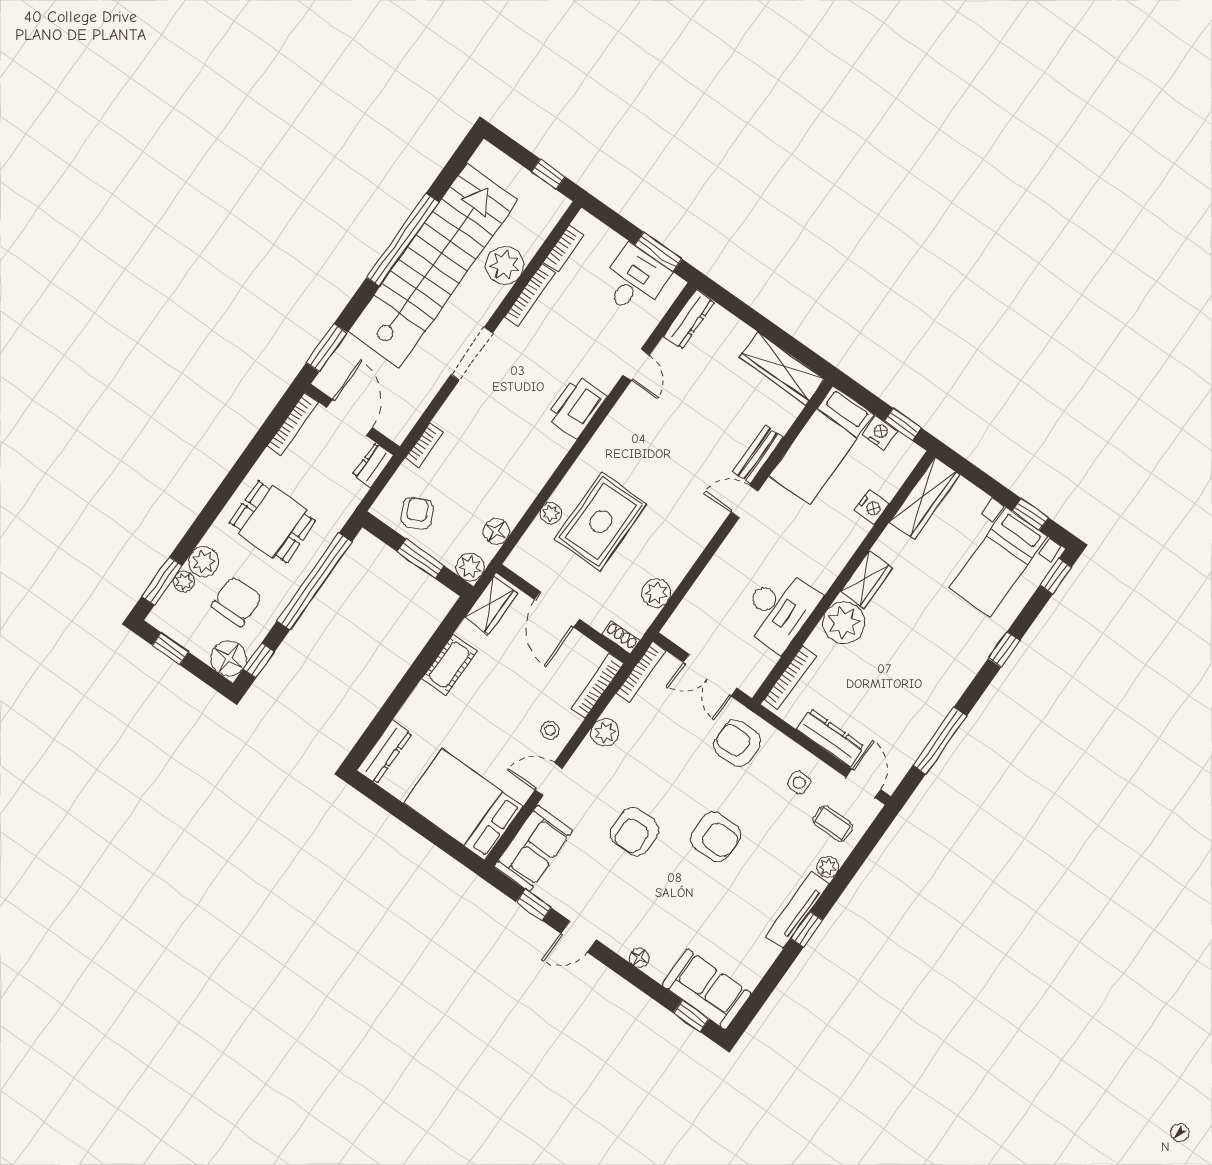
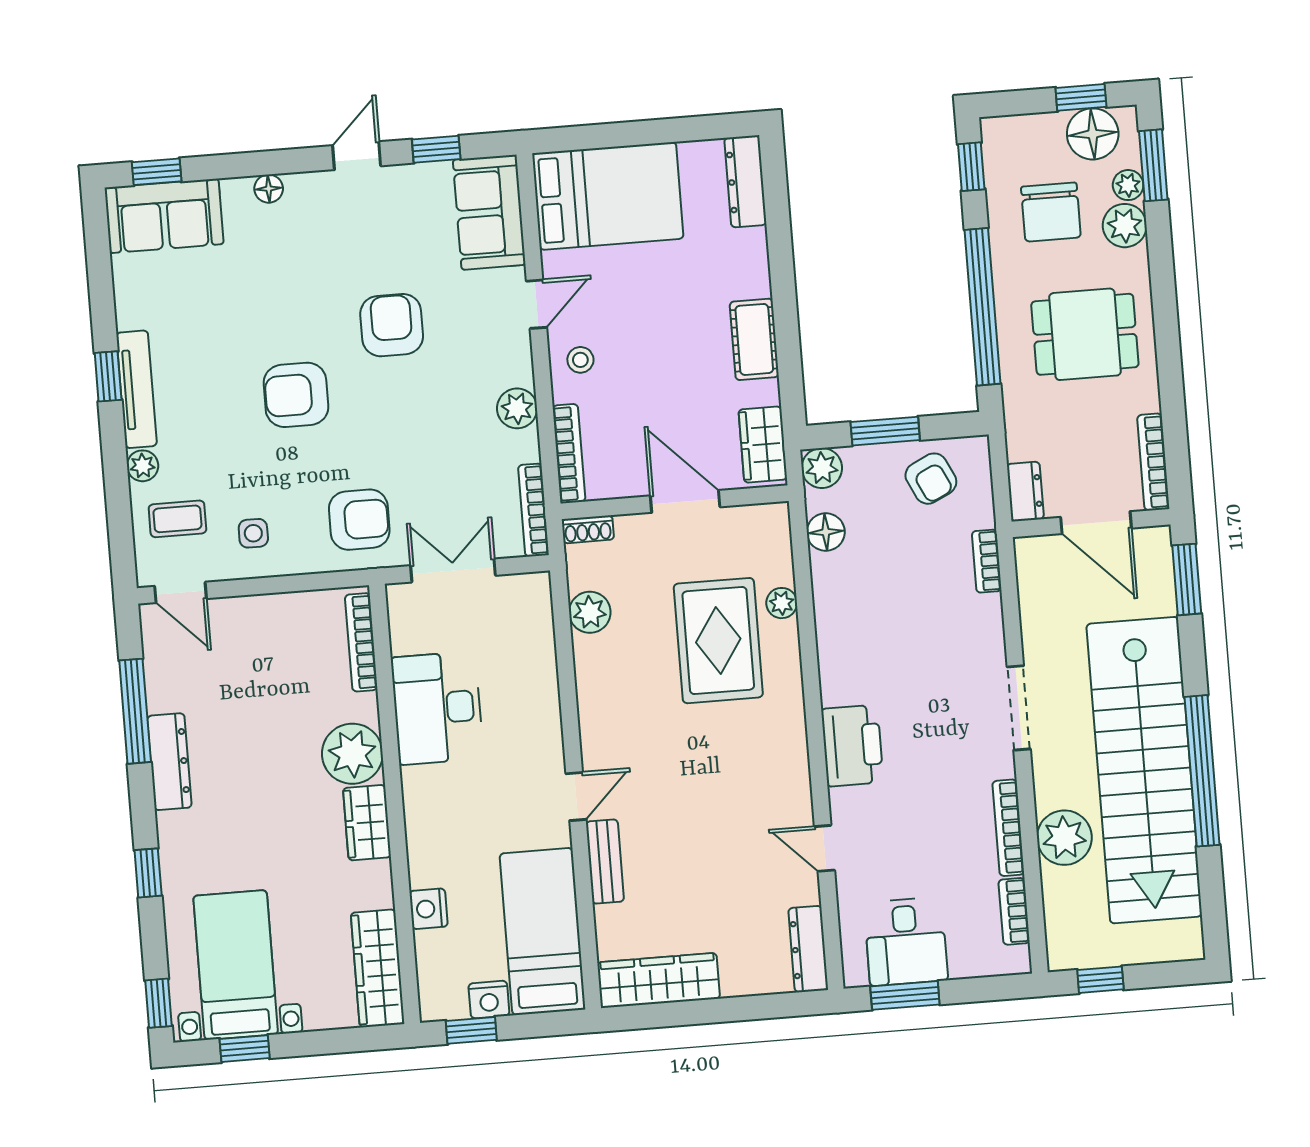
floor lamp: (229, 658) -> (1093, 134), moved
dresser: (830, 738) -> (169, 762), moved, turned -90

